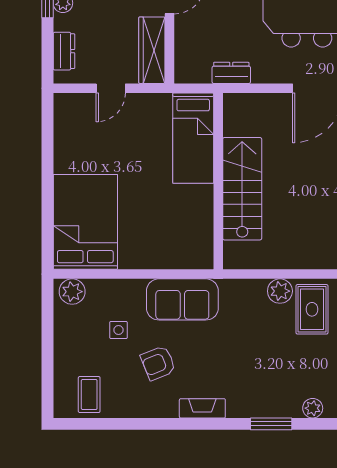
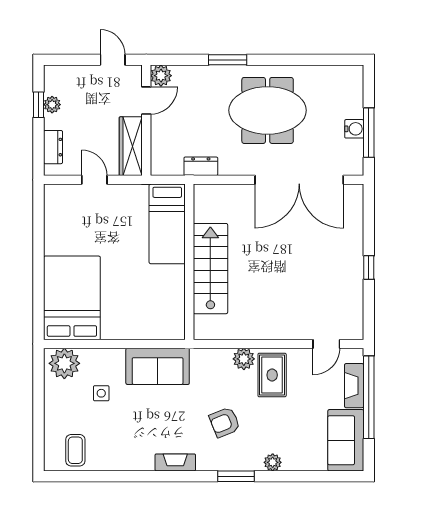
door: (111, 88) -> (94, 180), swing flipped
plant: (72, 292) -> (64, 363), width x1.36, depth x1.36
armchair: (158, 363) -> (225, 422), moved

